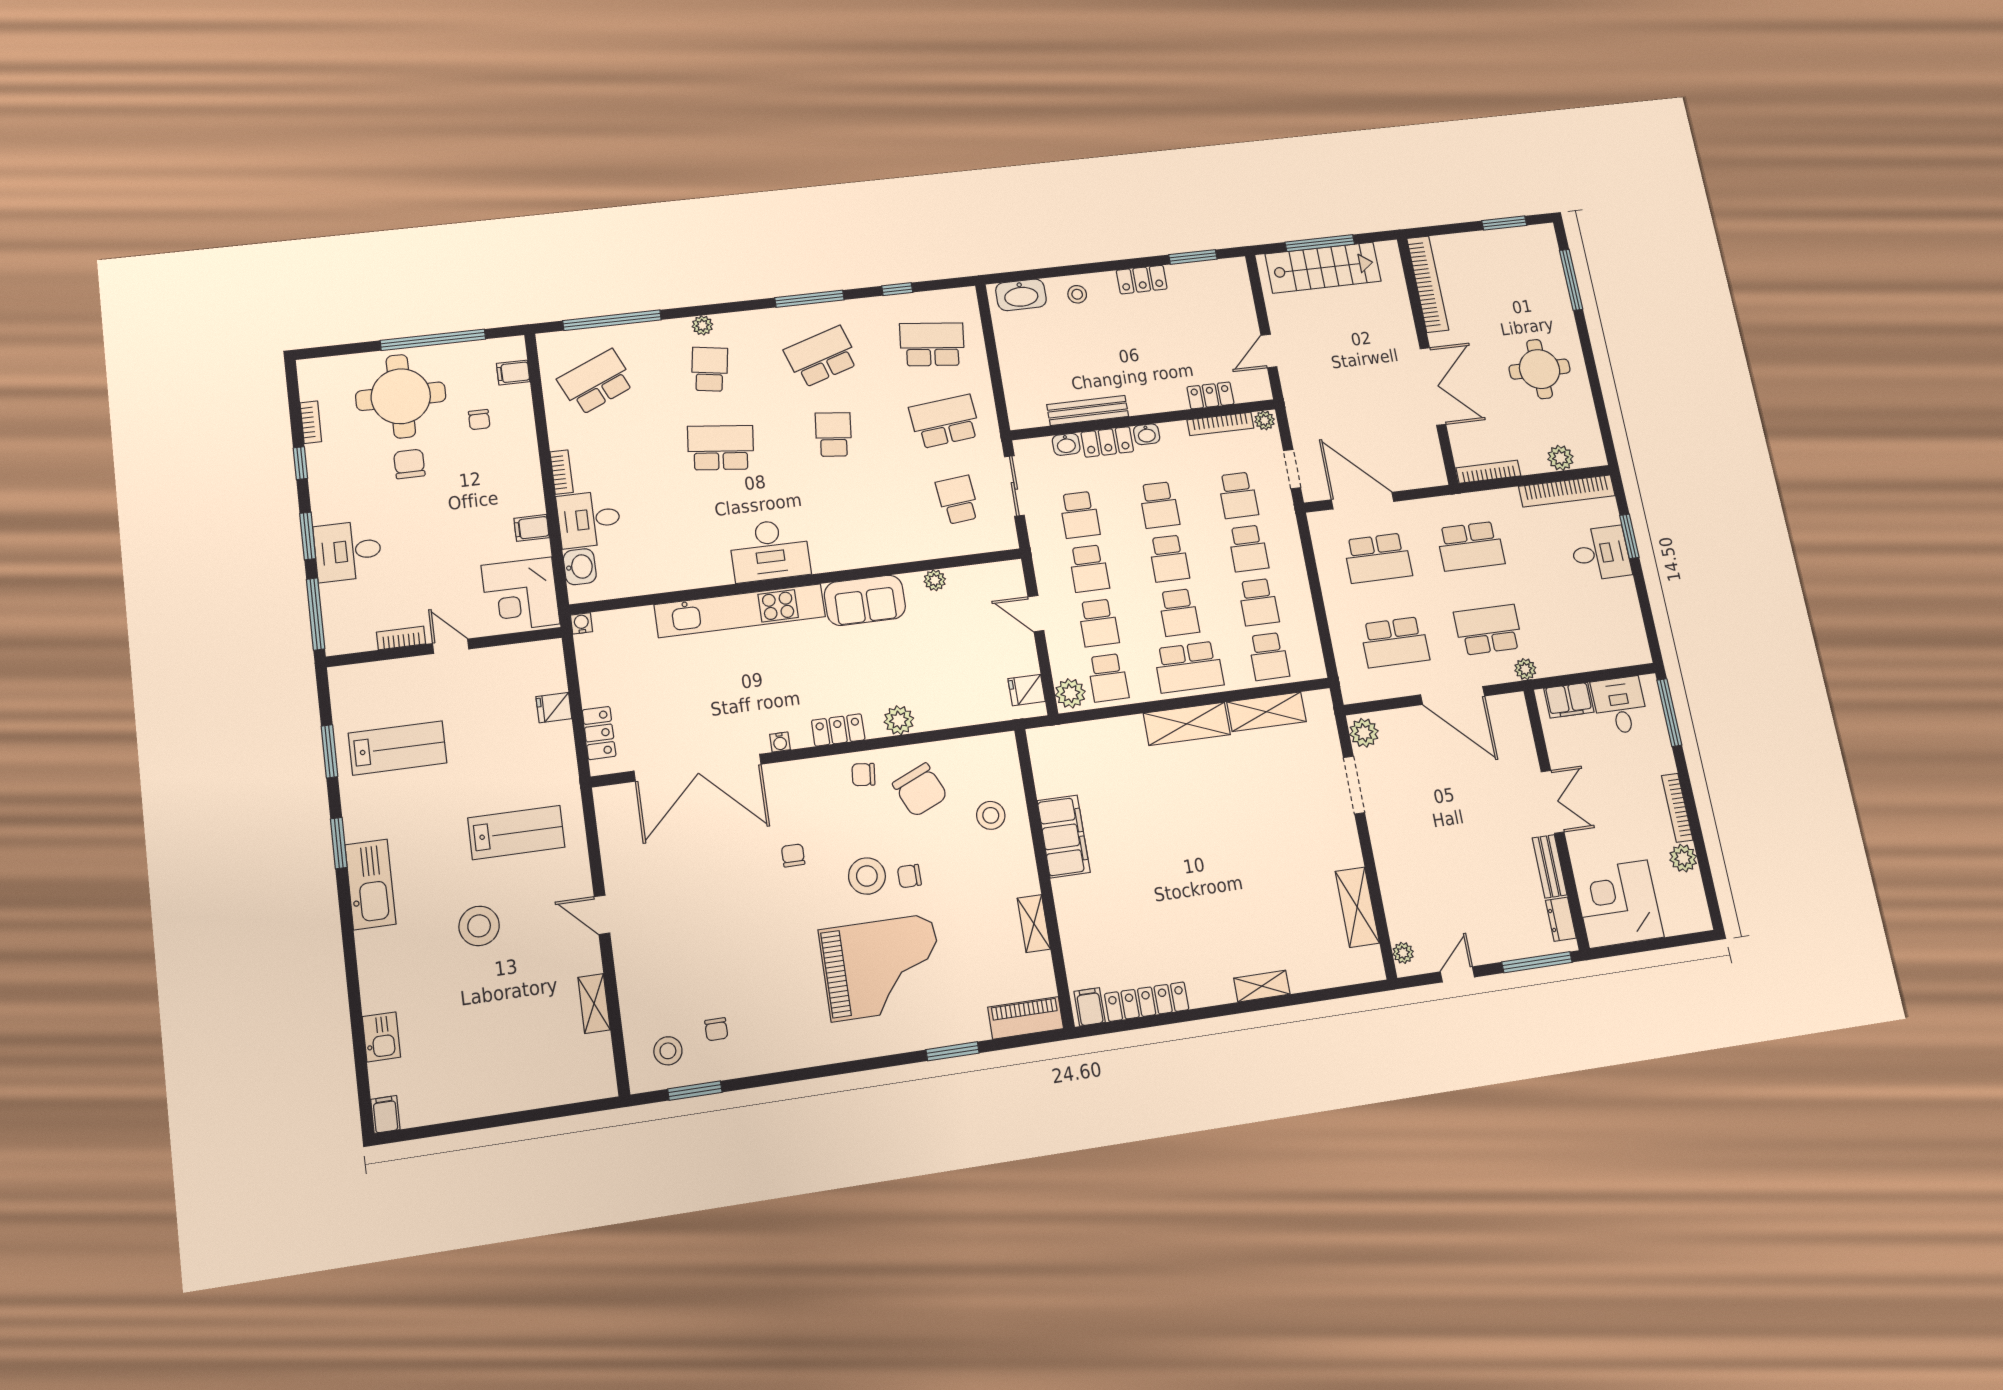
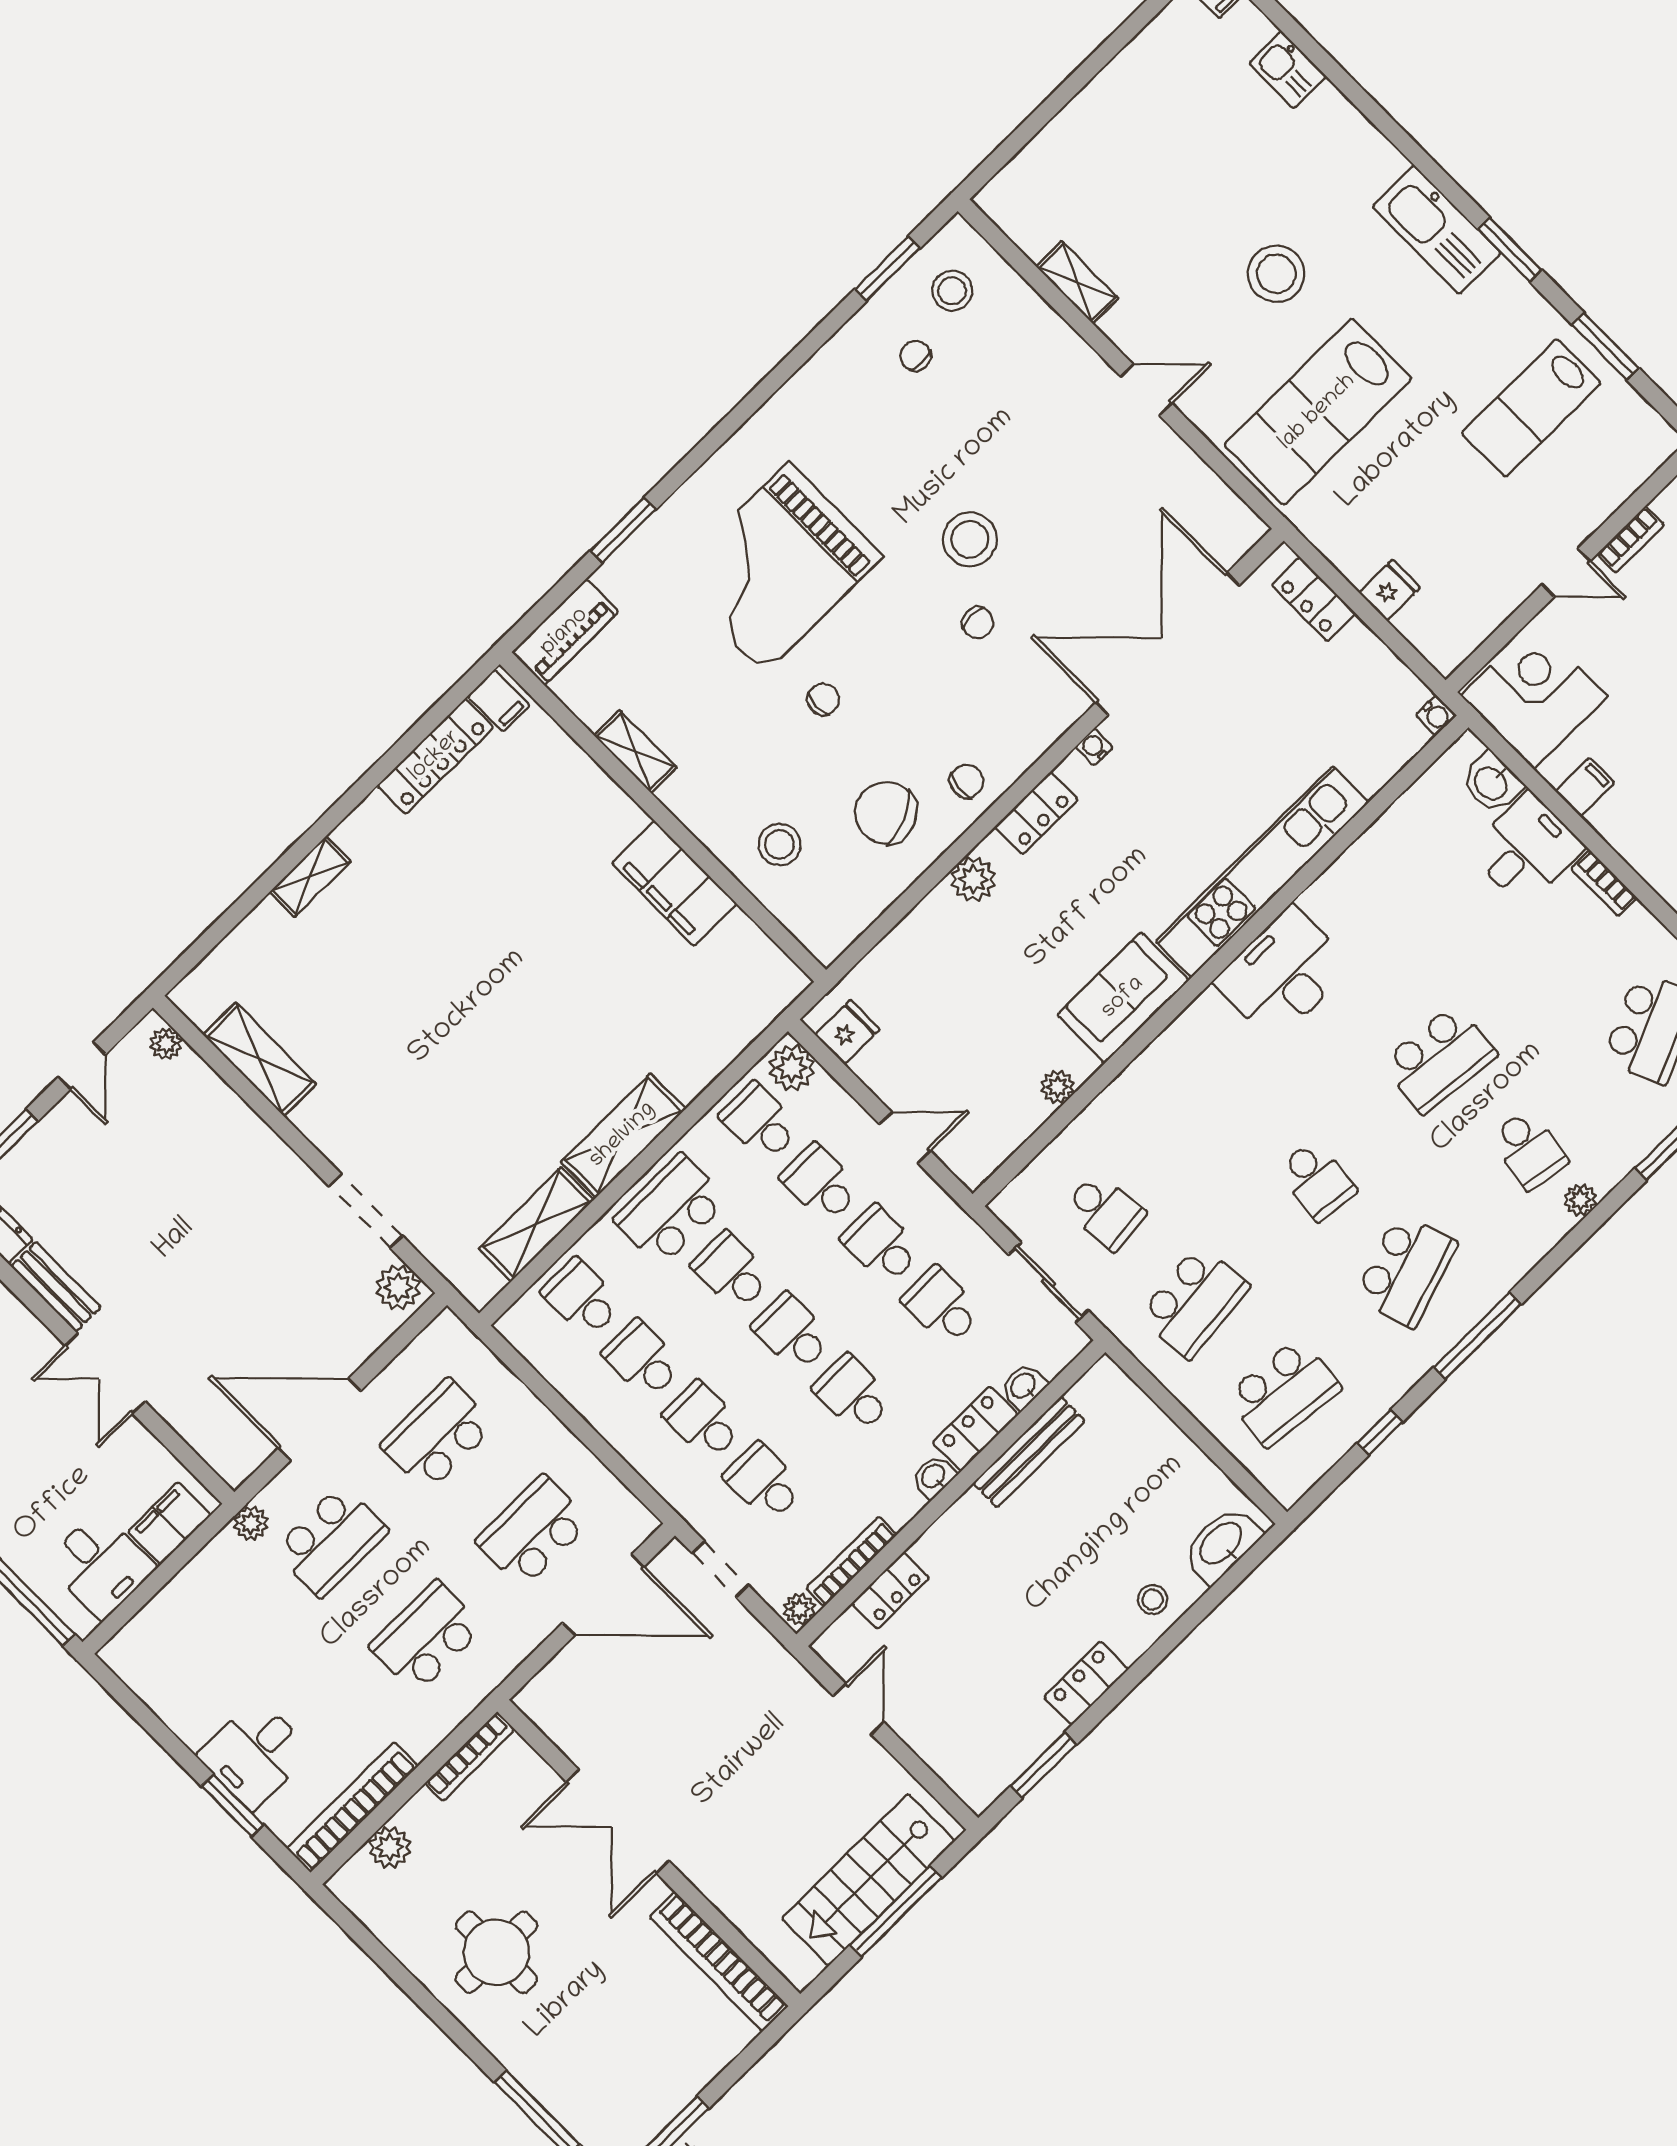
lab bench: (516, 833) -> (1318, 412), width x1.36, depth x1.39
stool: (867, 876) -> (970, 539), moved

